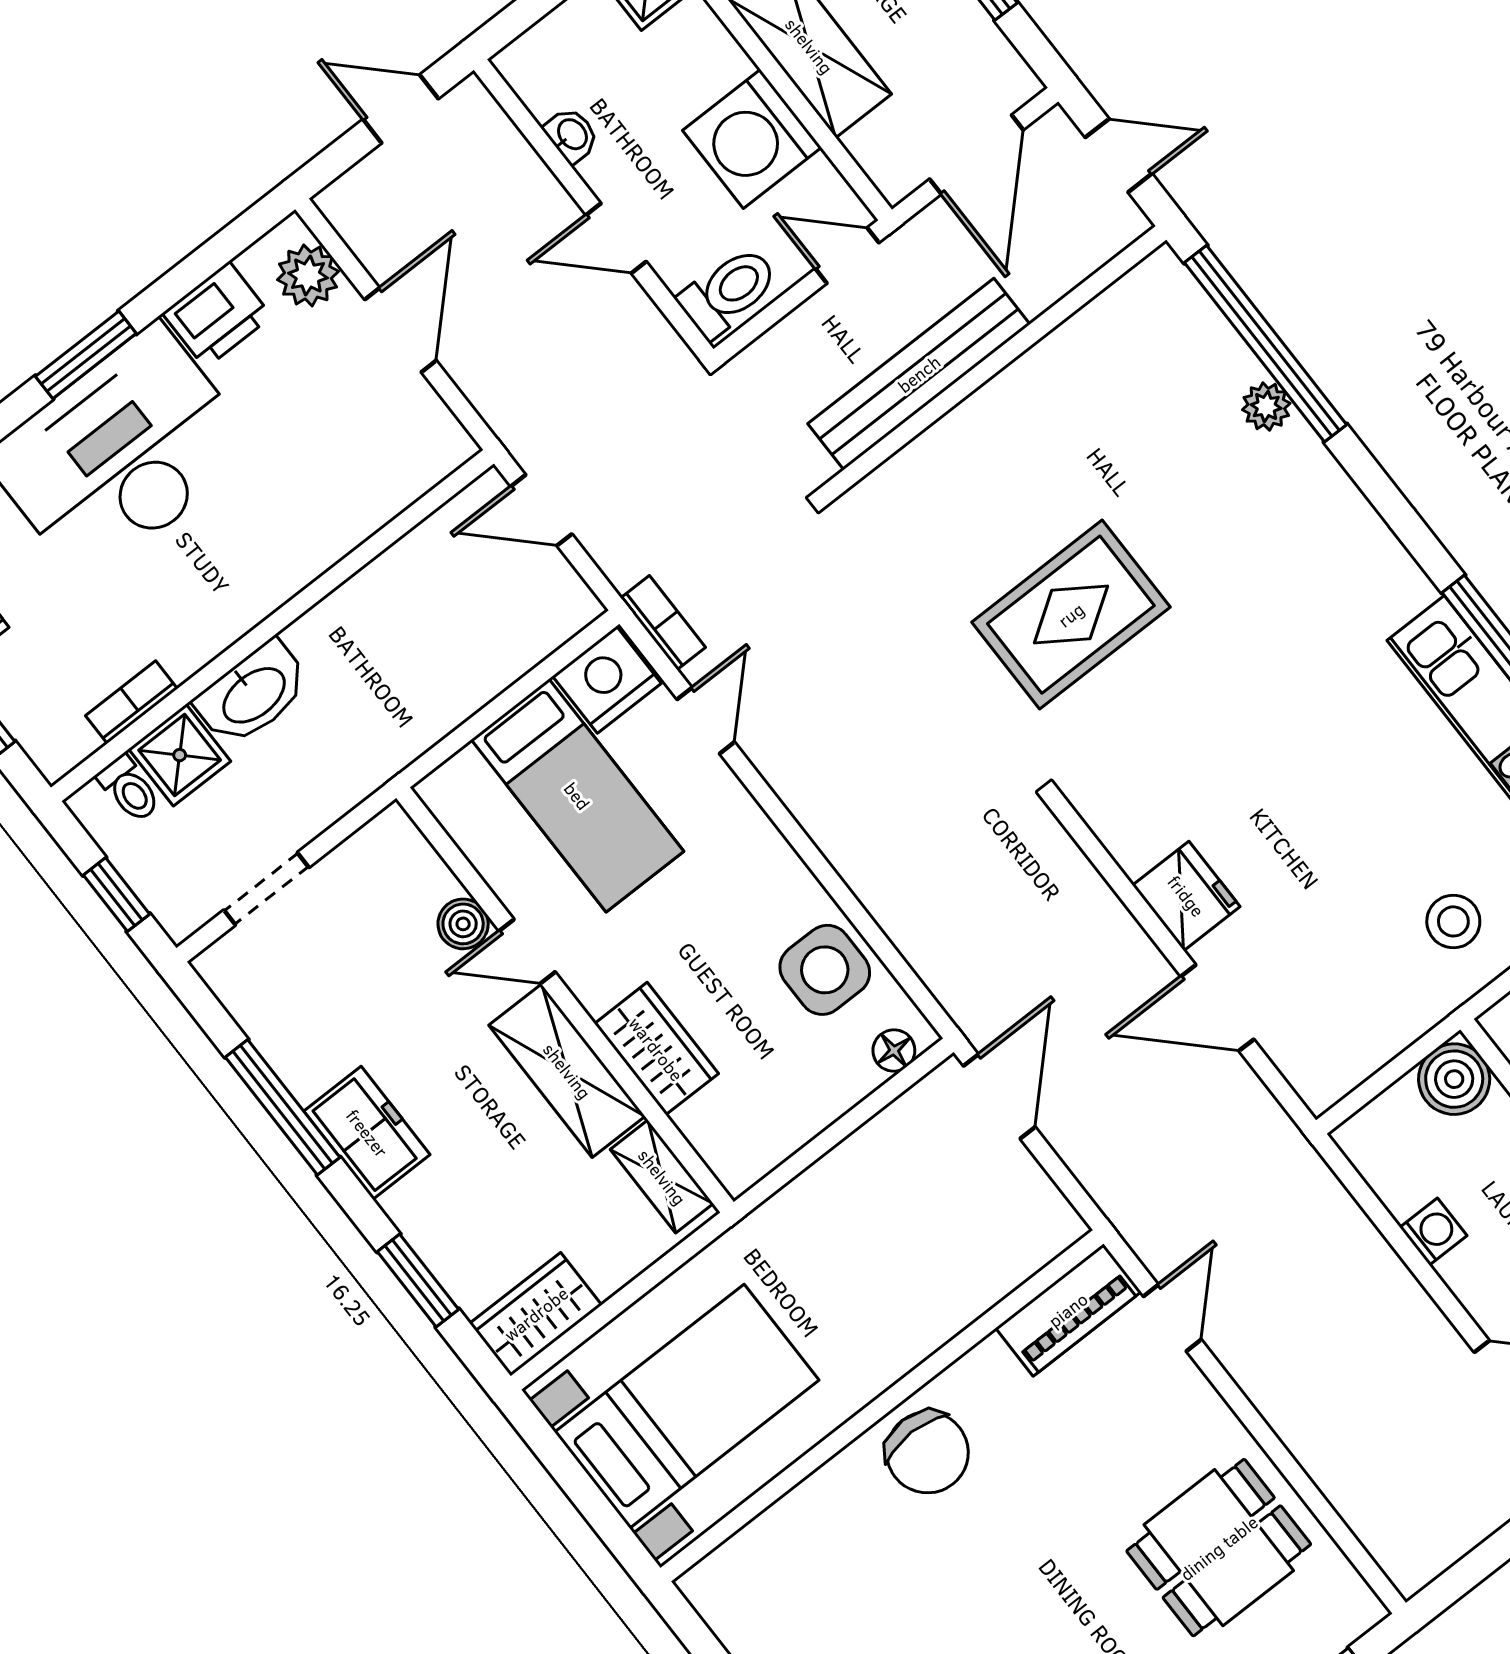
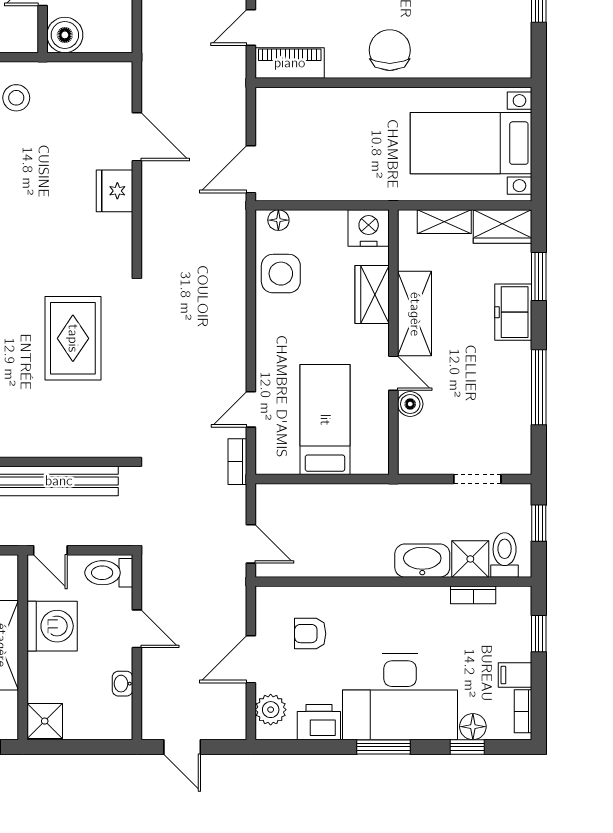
armchair: (339, 443) -> (310, 634), added
rug: (1071, 615) -> (73, 338), turned 90
nightstand: (607, 680) -> (369, 228), moved, turned 180
toilet: (129, 789) -> (505, 555), width x1.37, depth x1.39
freezer: (367, 1133) -> (513, 312), moved
shelving: (662, 1177) -> (444, 222), moved, turned 90

